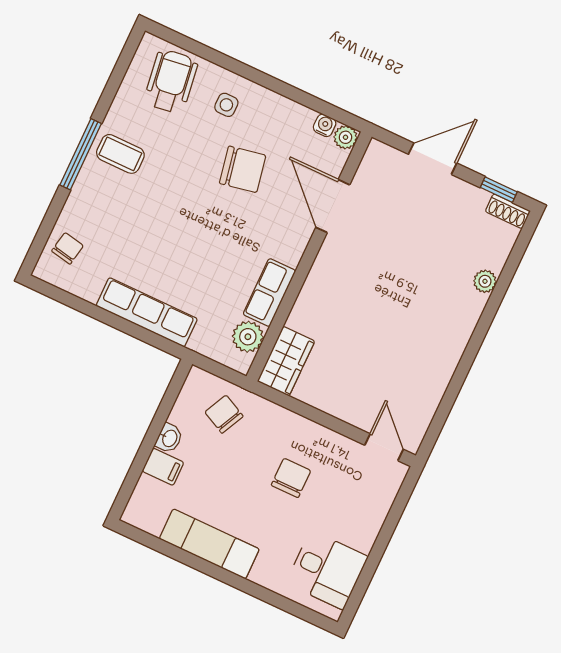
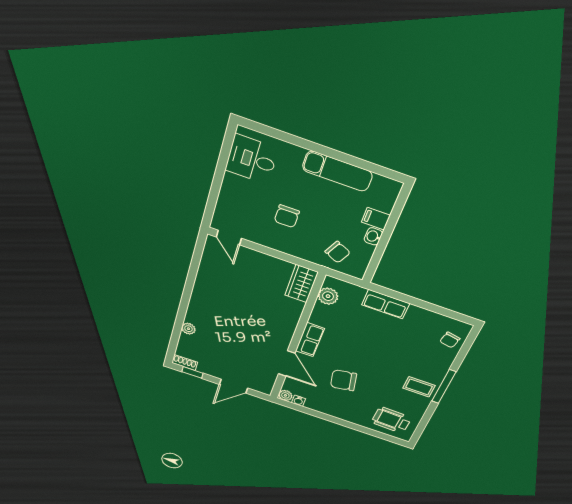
wheelchair: (171, 81) -> (391, 420), turned 100
side table: (226, 105) -> (357, 410), removed
row of seats: (269, 293) -> (310, 340), moved
row of seats: (147, 312) -> (386, 304), width x0.68

